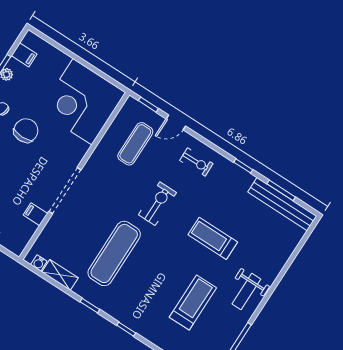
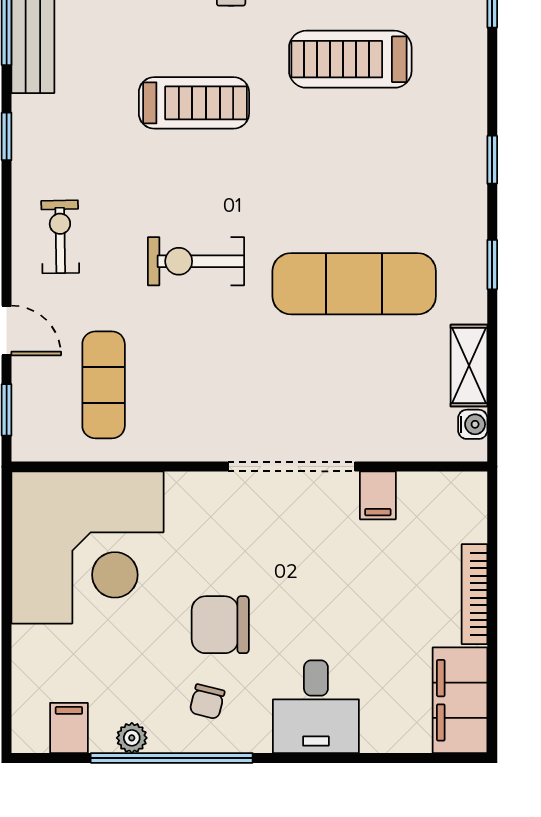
exercise mat: (135, 144) -> (104, 385), turned 90
treadmill: (213, 238) -> (194, 103), turned -90

